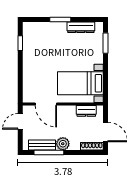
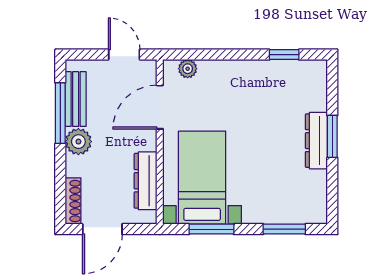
dresser: (81, 27) -> (316, 141), moved
window: (106, 79) -> (211, 229), added
plant: (27, 90) -> (188, 69), added
dresser: (86, 111) -> (146, 181), width x1.44

